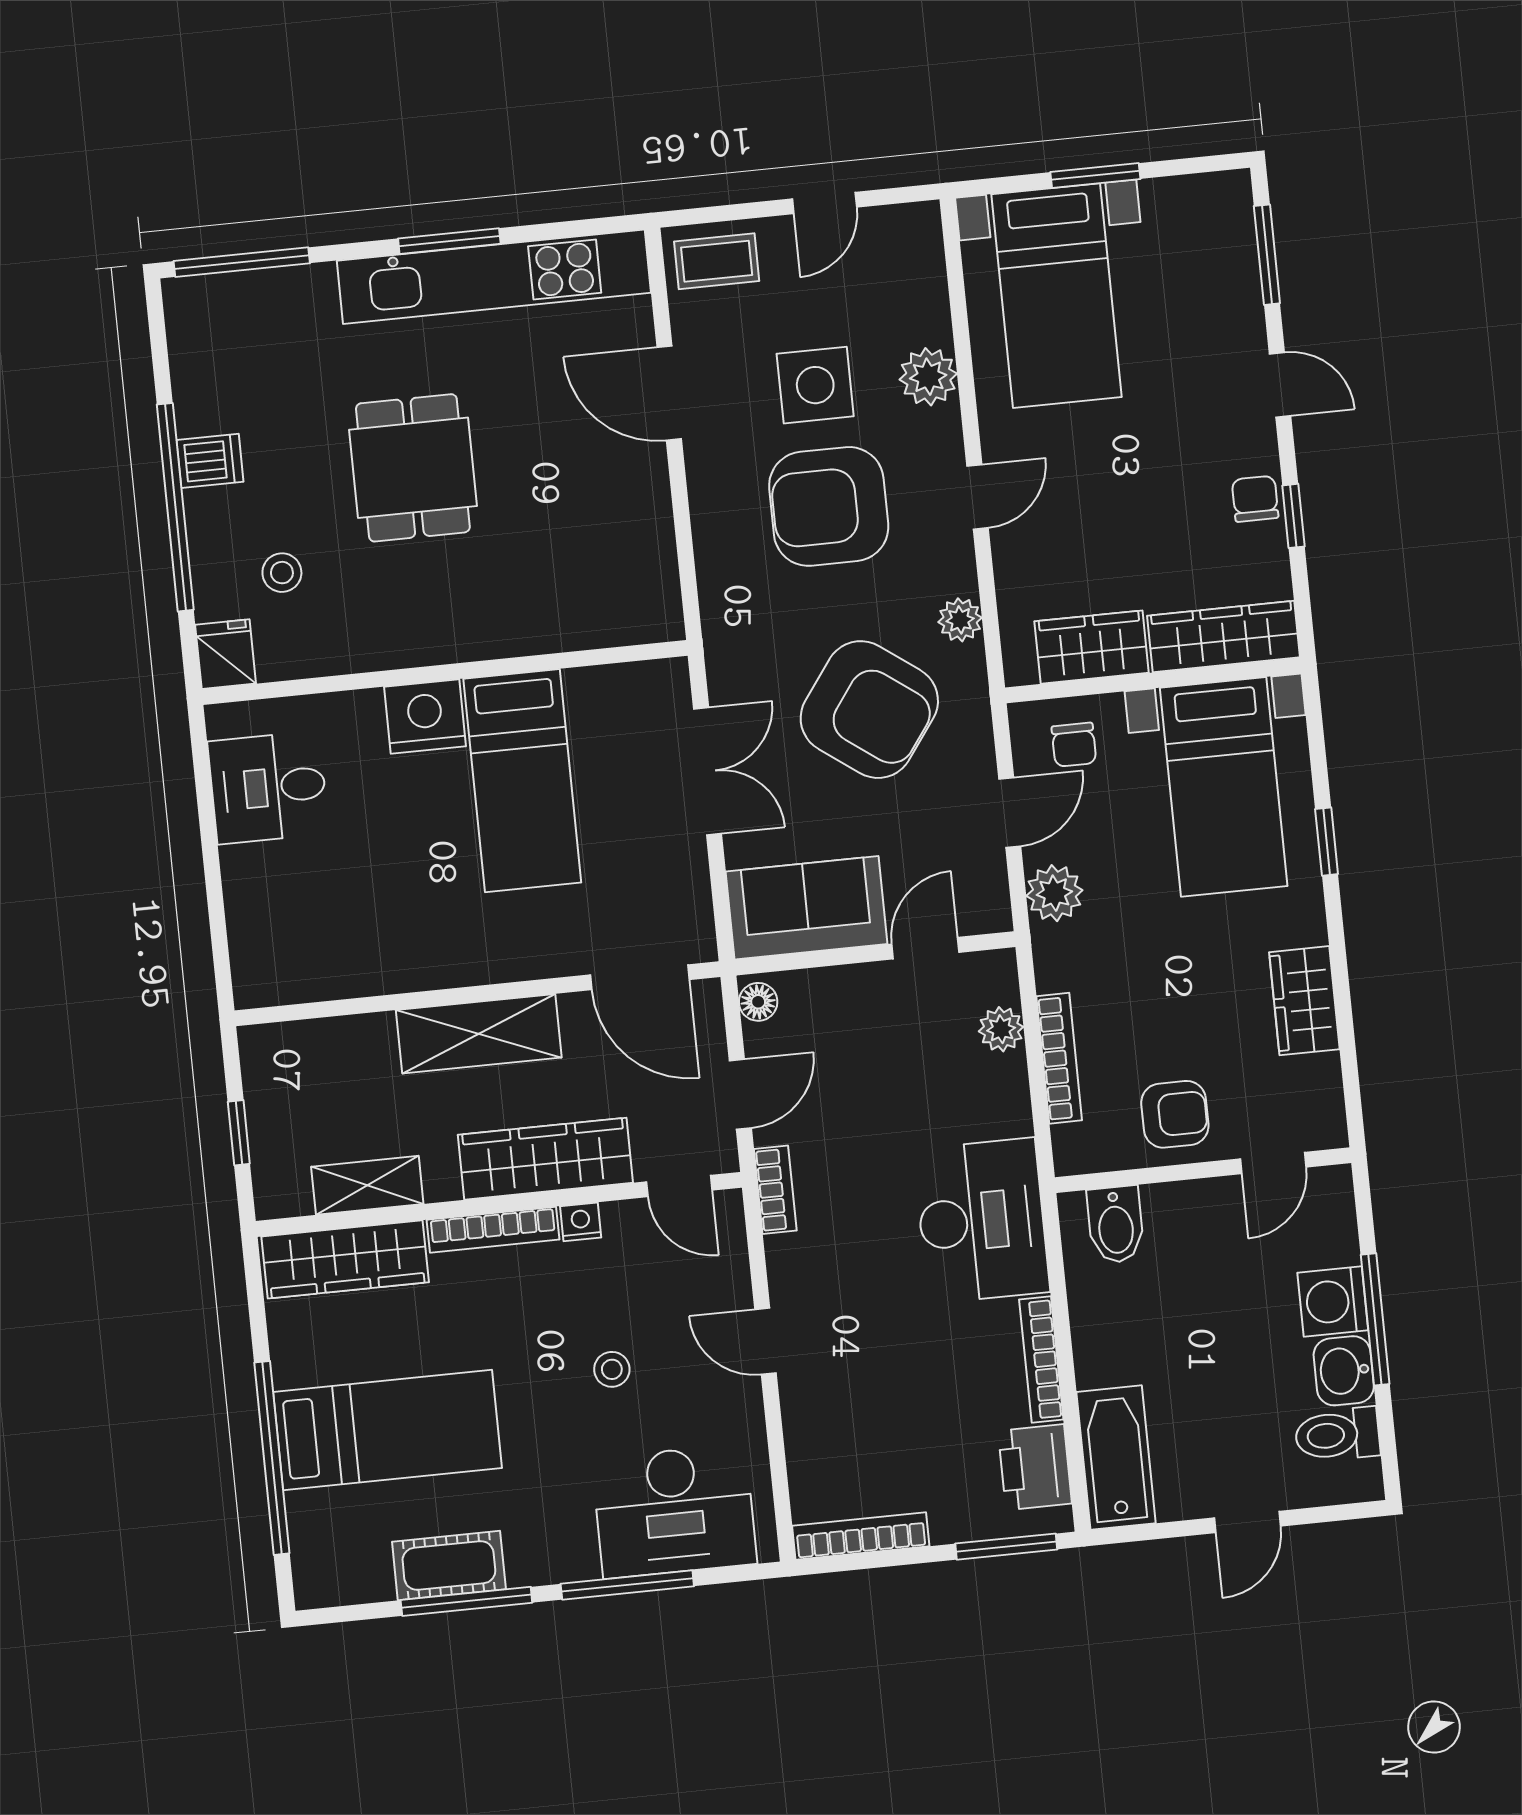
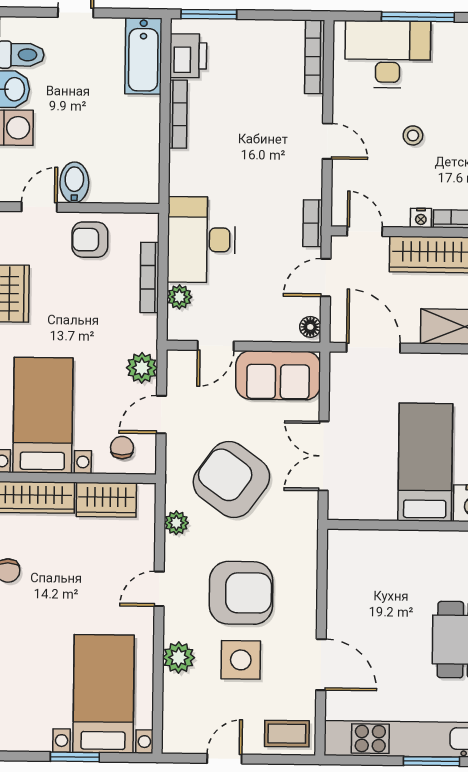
desk: (982, 1221) -> (201, 240), moved
bidet: (1116, 1225) -> (74, 182), moved
bookcase: (861, 1536) -> (315, 57), moved, turned 90

